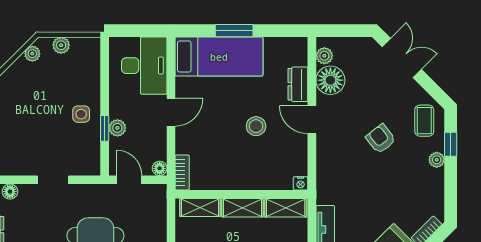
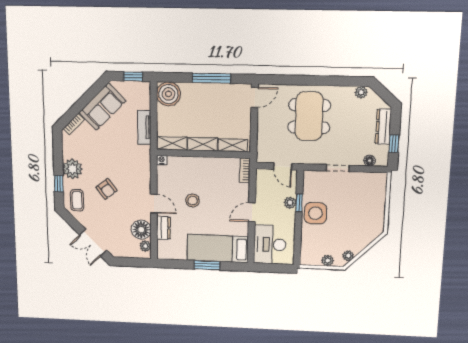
side table: (81, 114) -> (315, 213), width x1.87, depth x1.87
plant: (437, 160) -> (73, 169), width x1.87, depth x1.87
floor lamp: (160, 168) -> (261, 174), removed

